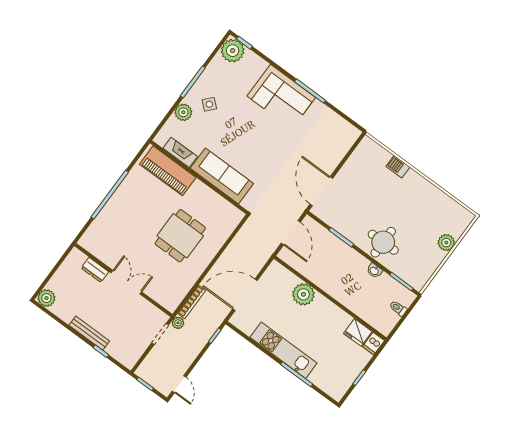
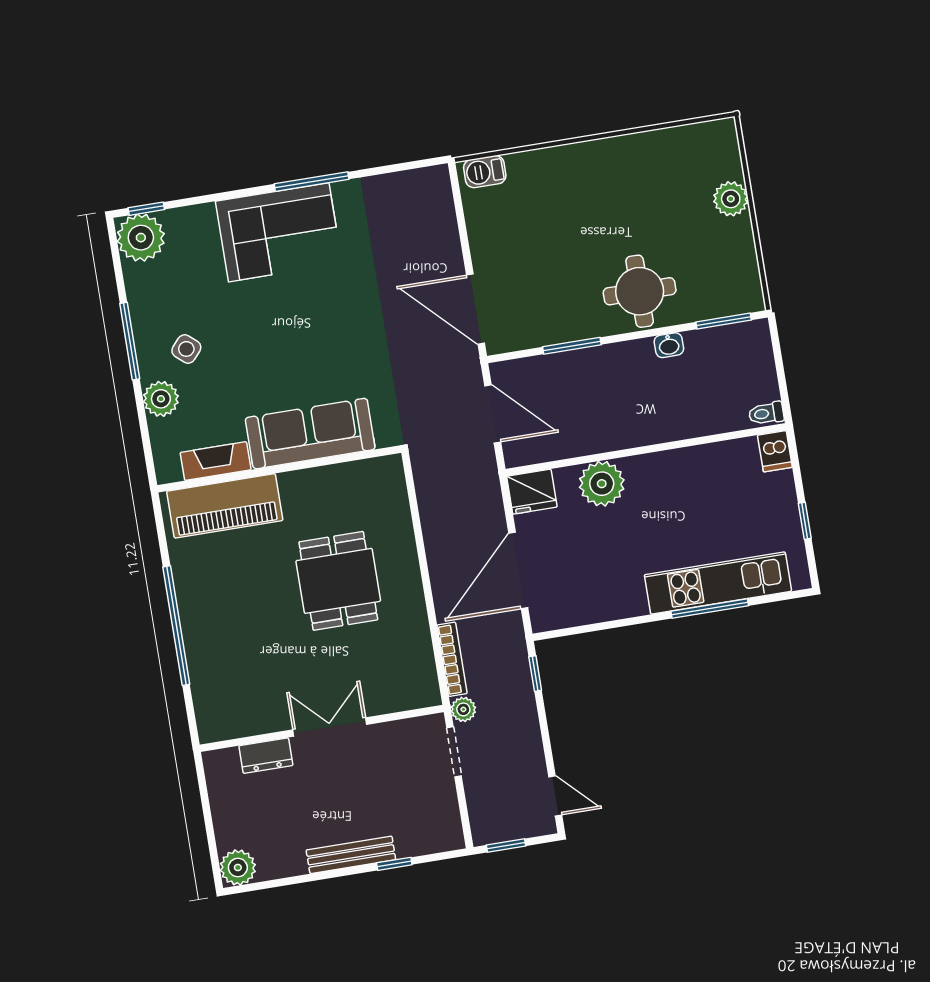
barbecue: (398, 167) -> (485, 172), moved
toilet: (398, 308) -> (766, 413), moved
fridge: (358, 332) -> (532, 492), moved
kitchen unit: (284, 350) -> (718, 583), moved

